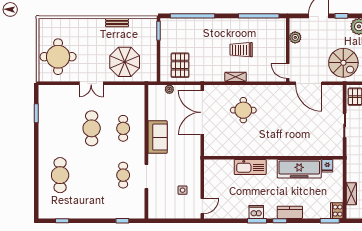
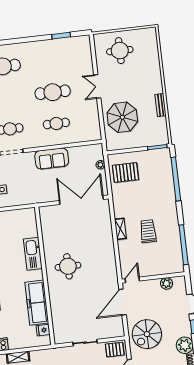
round table: (58, 57) -> (120, 51), width x0.73, depth x0.73
round table: (243, 110) -> (68, 266), moved

